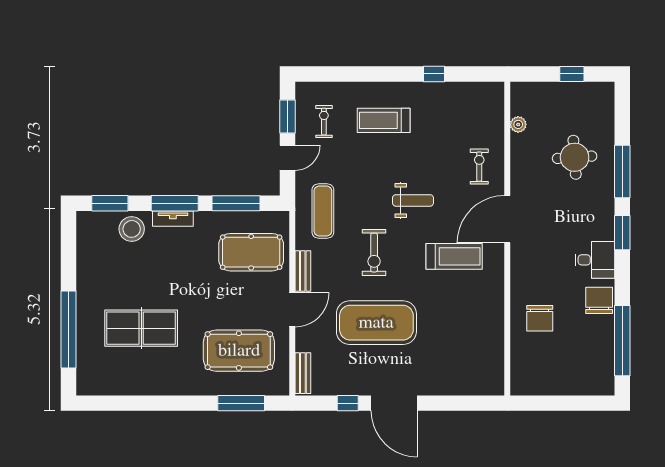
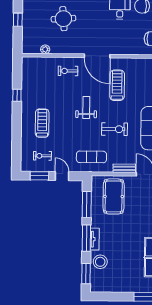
treadmill: (384, 120) -> (42, 123), turned 180

